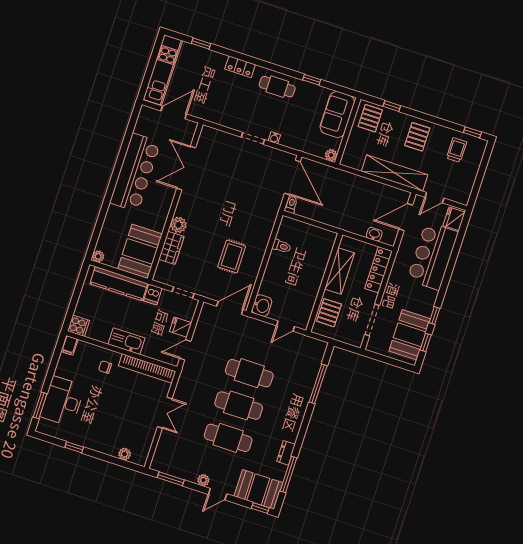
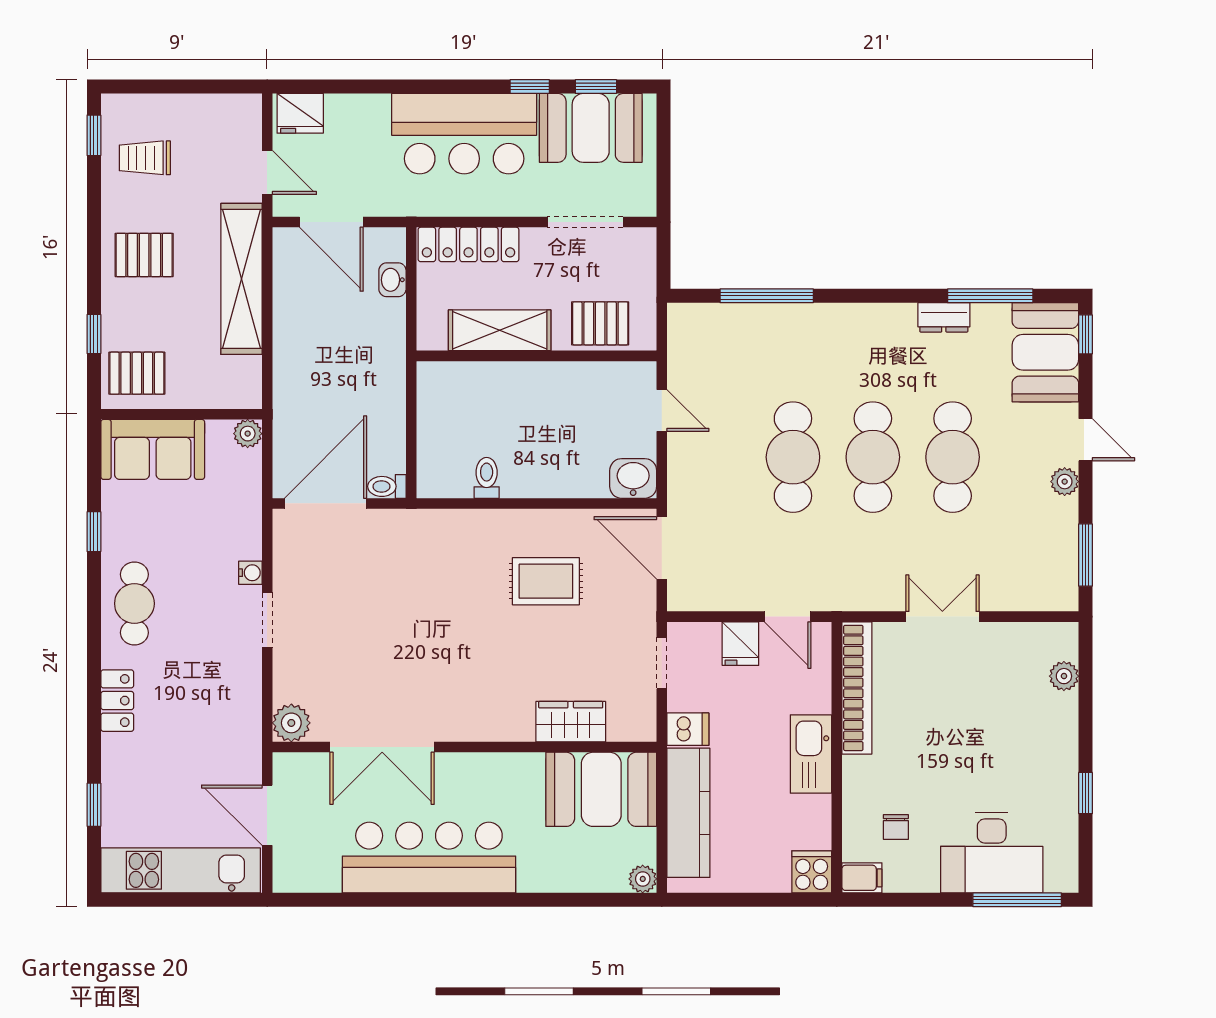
plant: (178, 225) -> (291, 723), moved
bar counter: (433, 256) -> (464, 134), moved
chair: (105, 367) -> (896, 827), moved
window: (40, 405) -> (1017, 900), width x1.44

